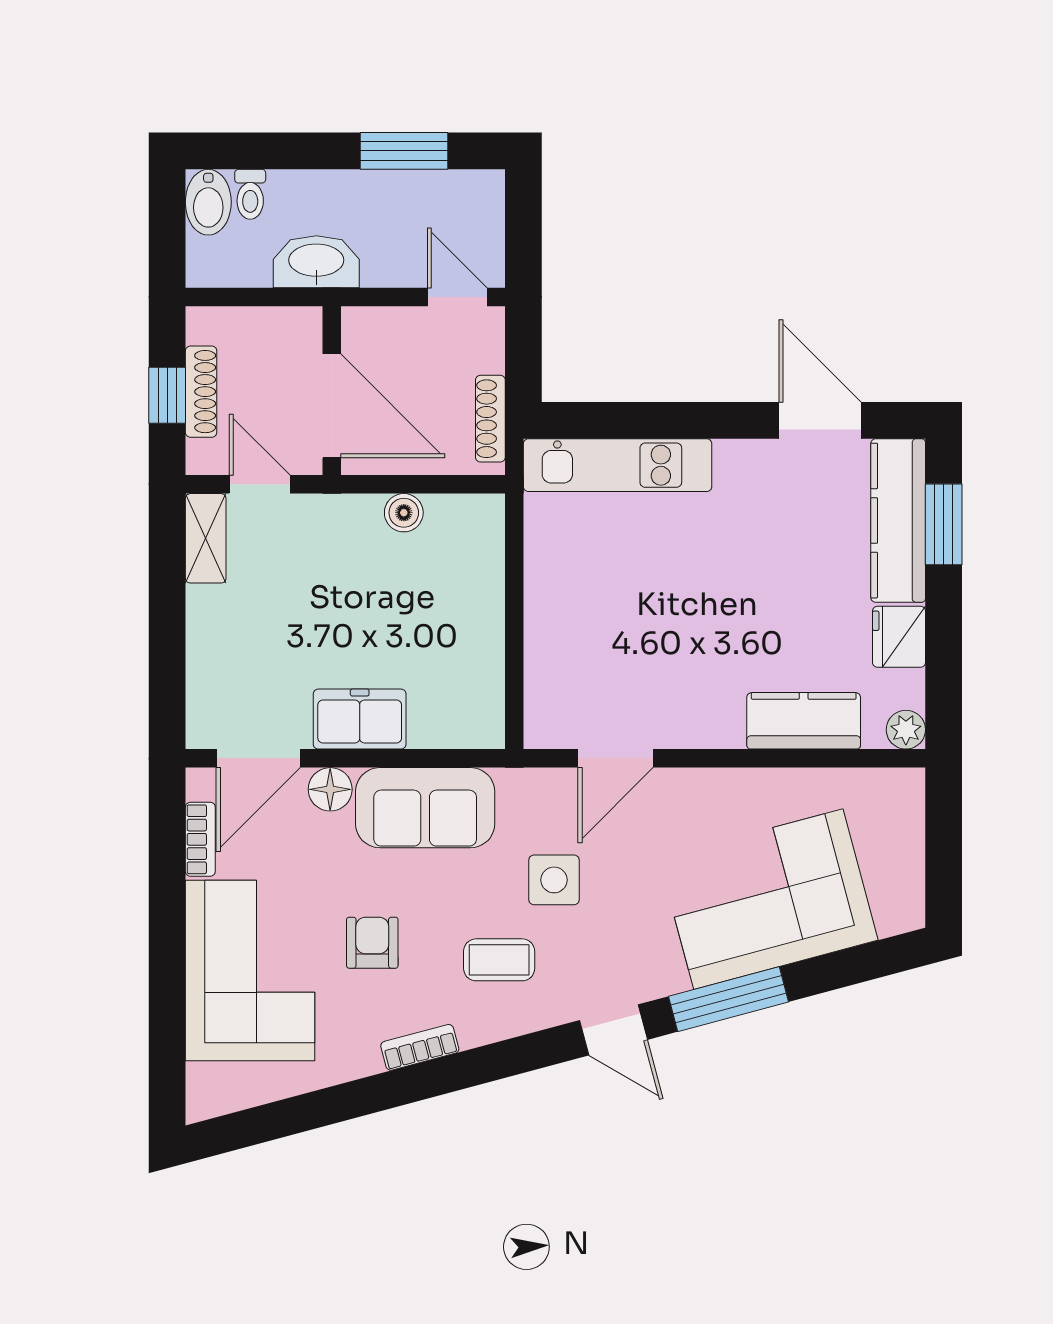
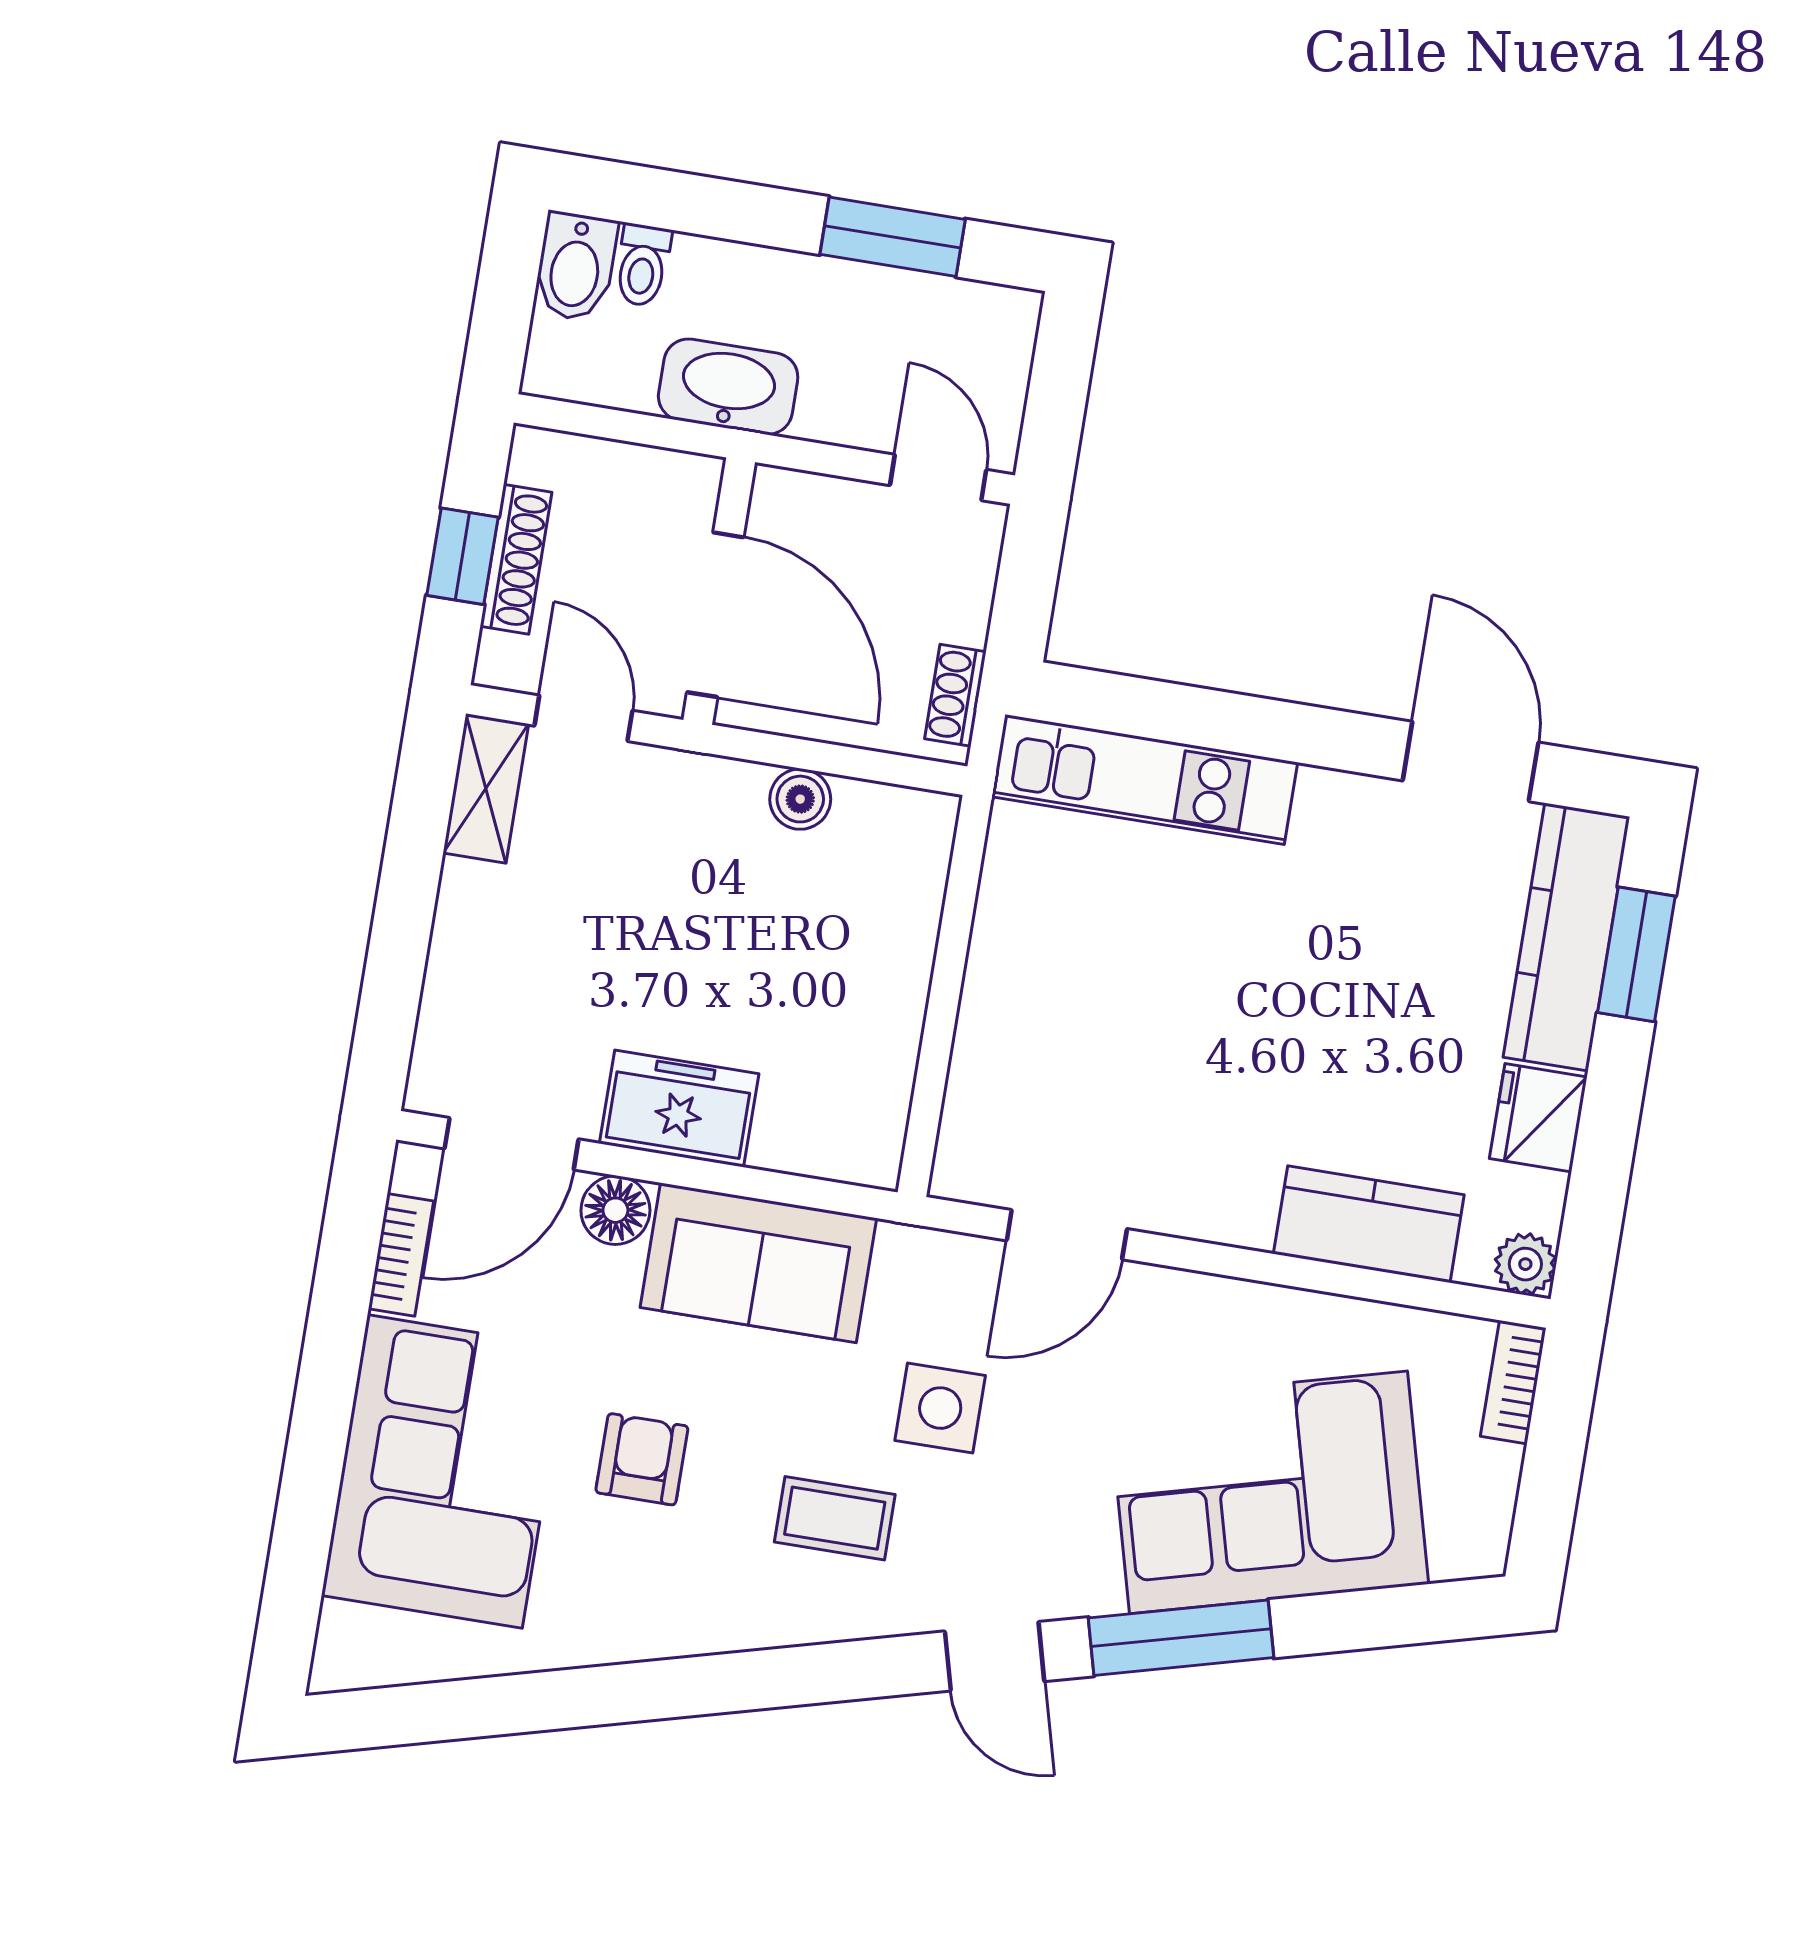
shoe rack: (490, 419) -> (955, 695), width x0.70
bookcase: (420, 1047) -> (1513, 1382), moved, turned -75

